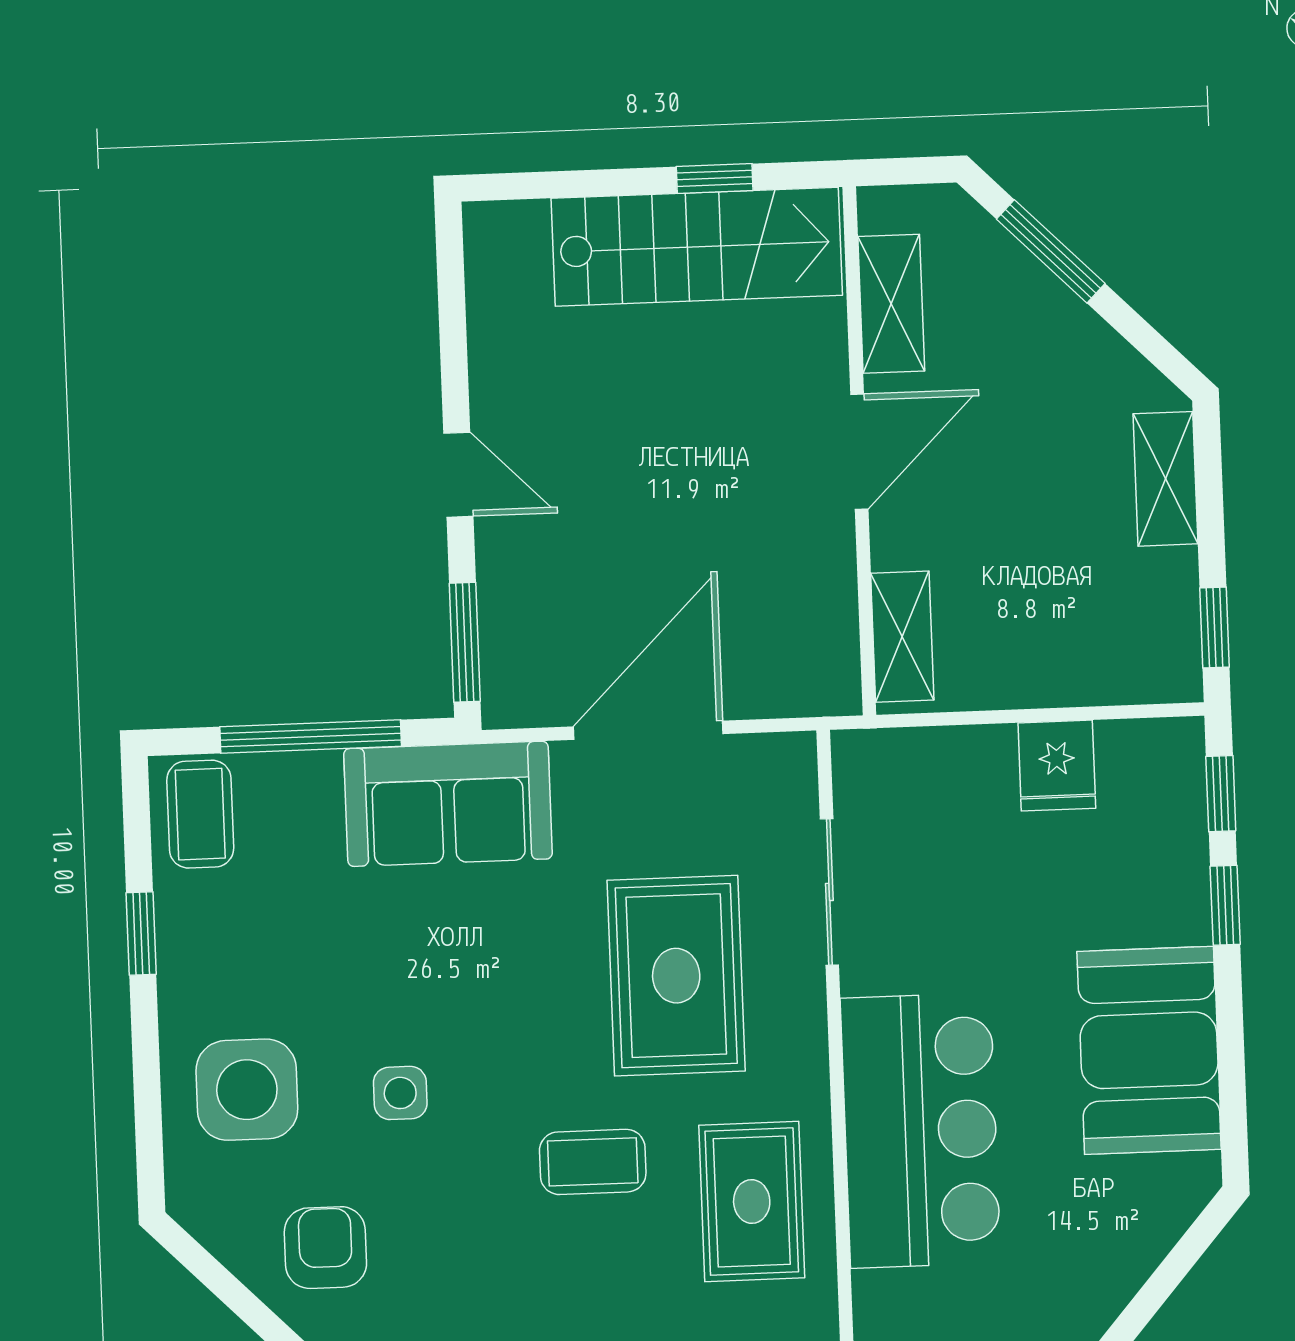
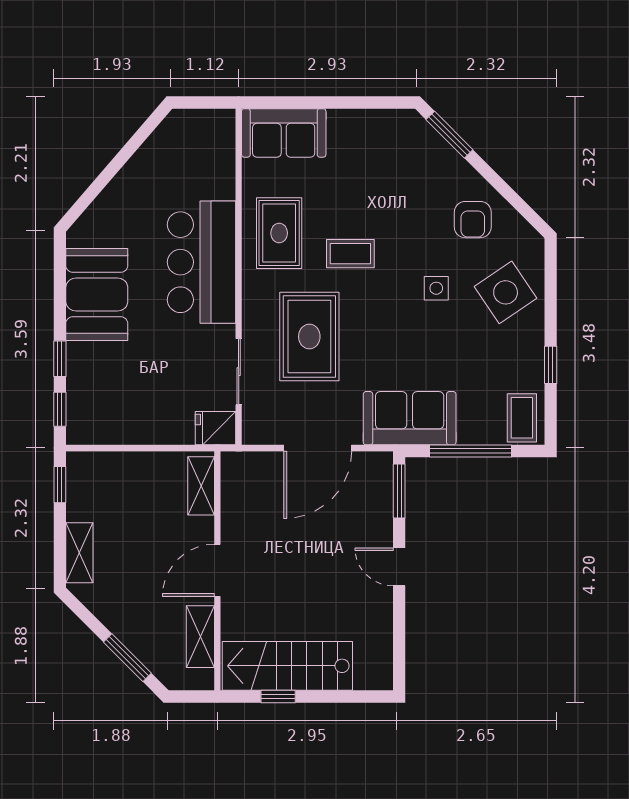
fridge: (1057, 766) -> (216, 428), moved, turned -90
side table: (247, 1090) -> (506, 292), turned -34

